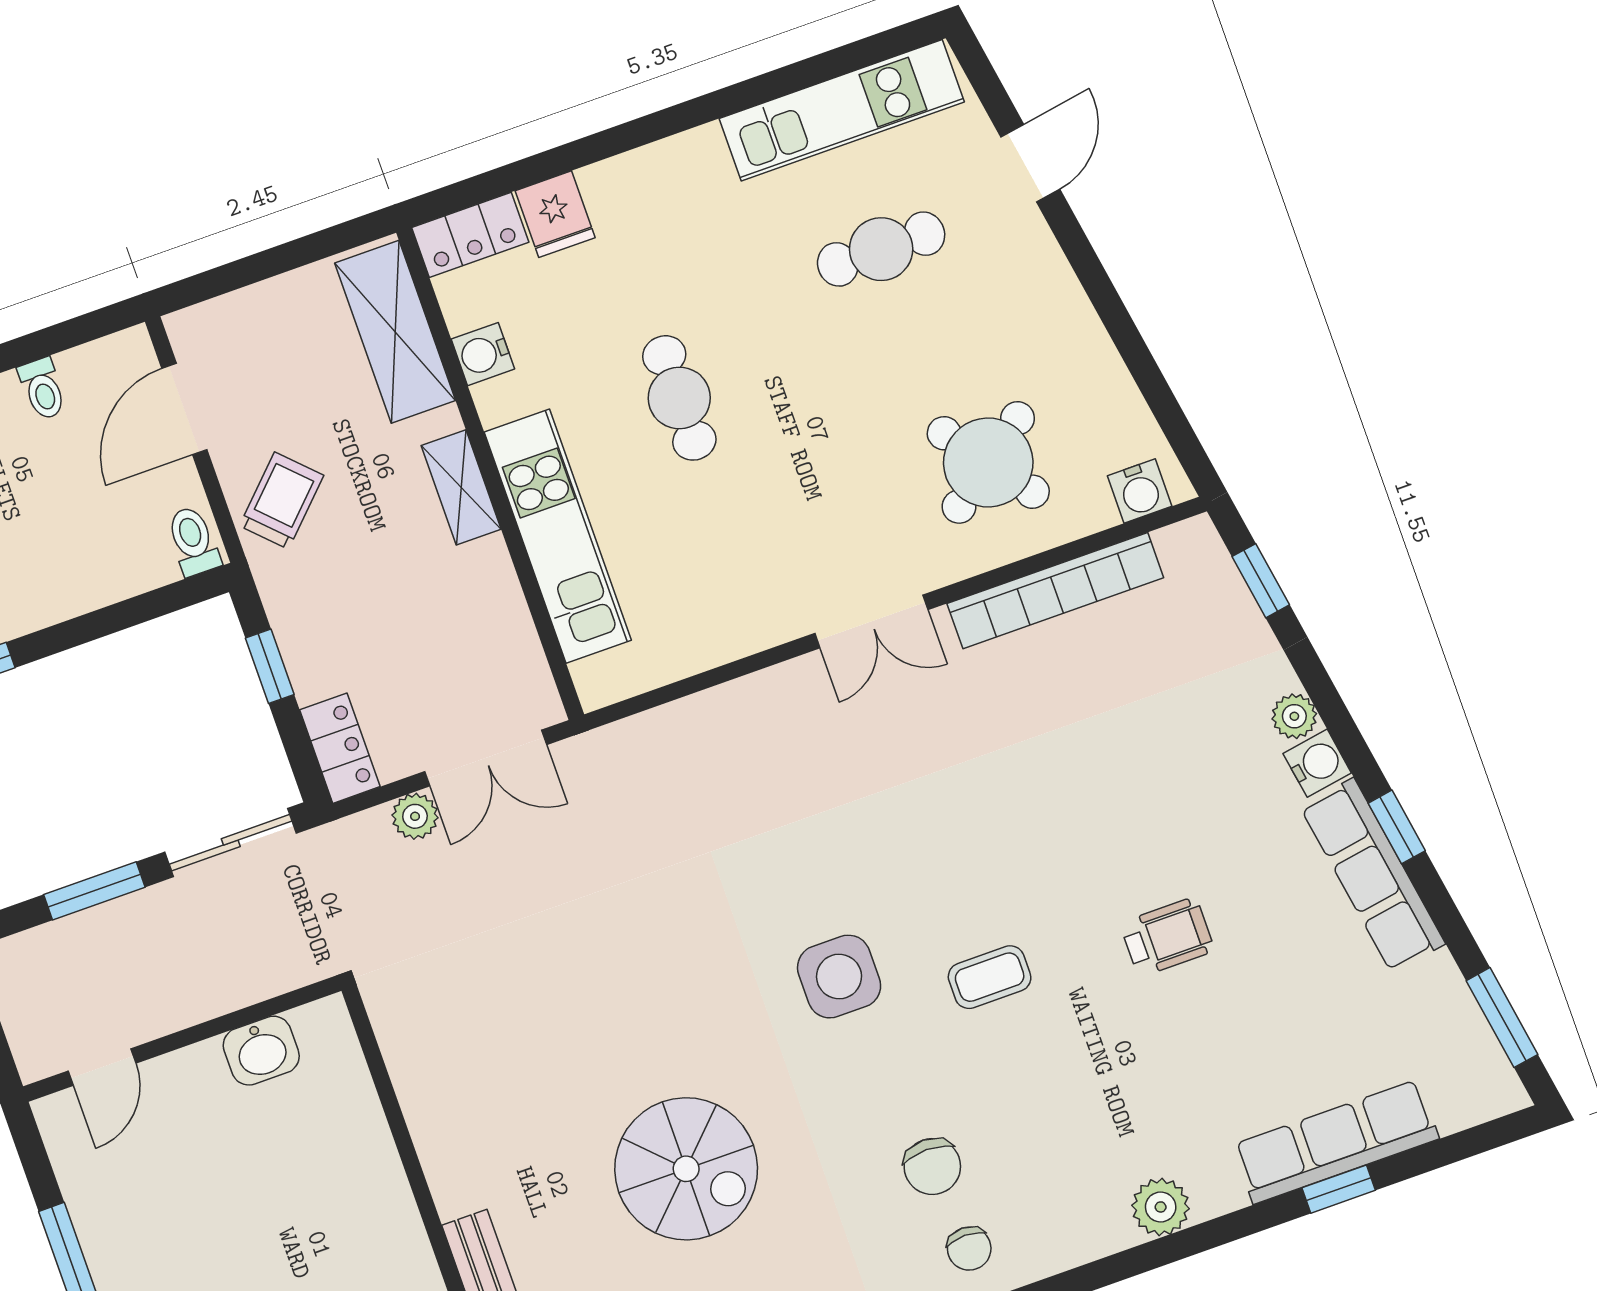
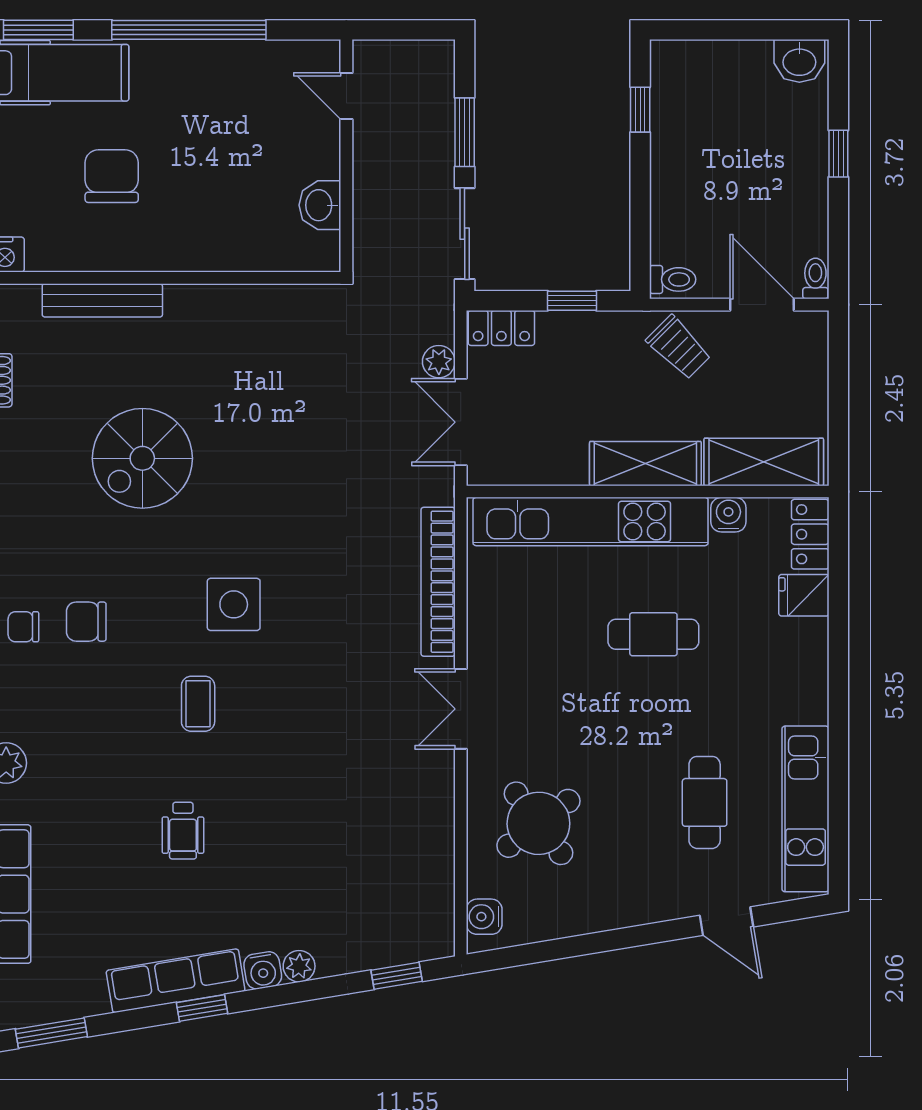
toilet: (43, 389) -> (815, 278), moved, turned 90
shelving: (461, 487) -> (645, 464), width x1.50, depth x1.33
kitchen unit: (558, 536) -> (591, 521), width x1.36
bookcase: (1055, 591) -> (438, 582), moved

